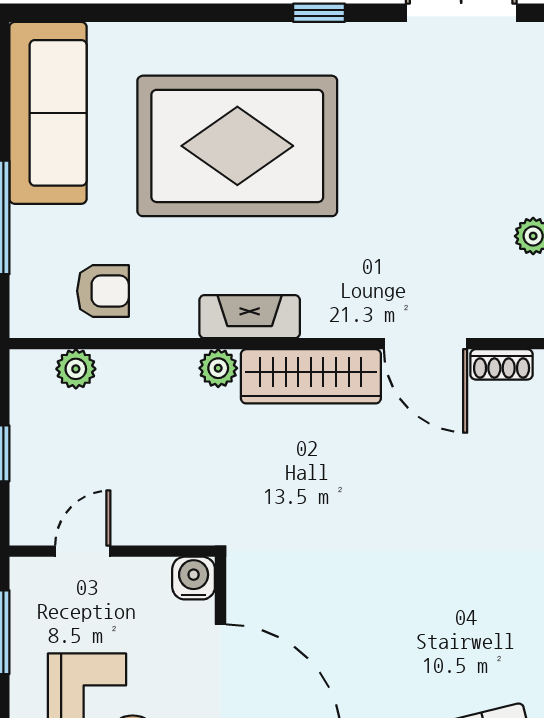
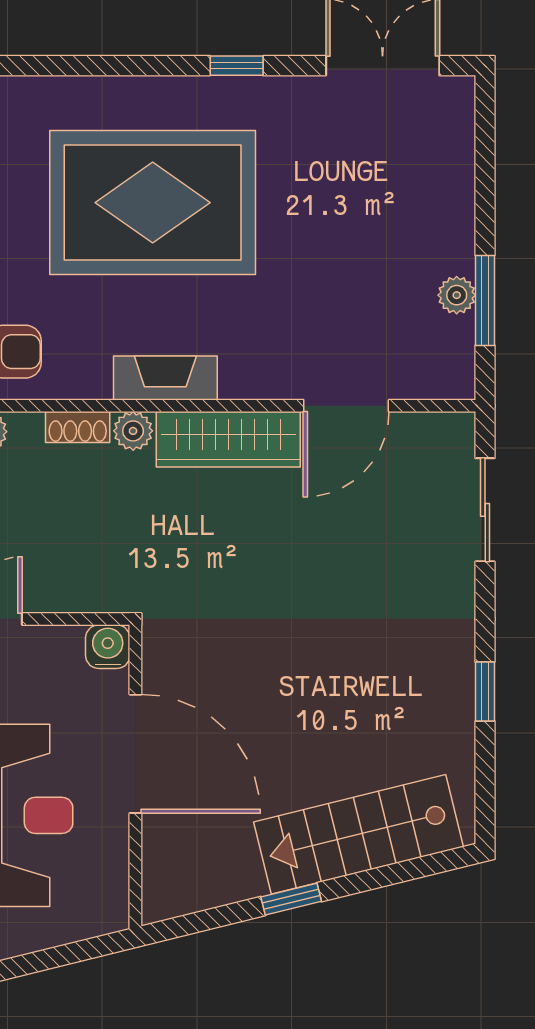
door: (425, 344) -> (346, 406), hinge flipped
shoe rack: (502, 364) -> (78, 427), moved

